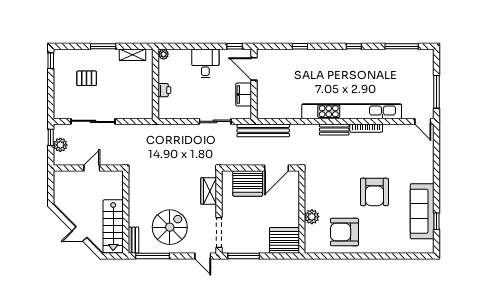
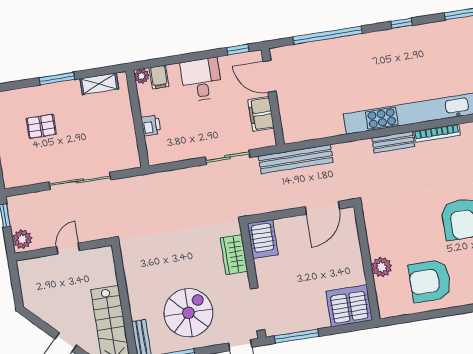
window: (300, 46) -> (328, 35), width x3.17
filing cabinet: (176, 57) -> (159, 77), added
sliding door: (93, 121) -> (80, 181), moved
plant: (60, 145) -> (22, 239), moved
server rack: (248, 183) -> (263, 239), moved, width x0.62

